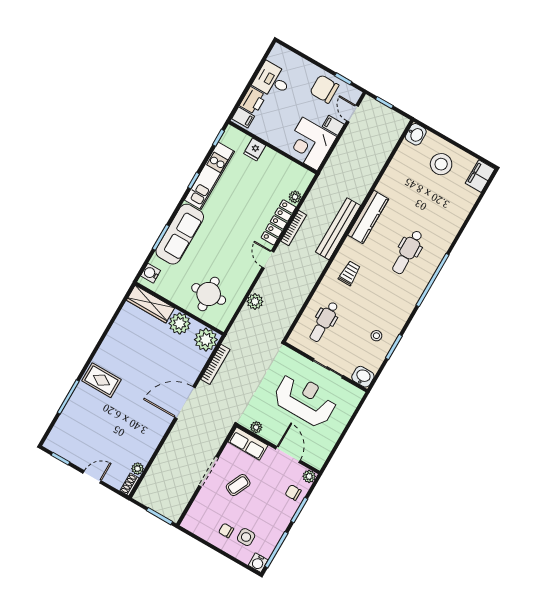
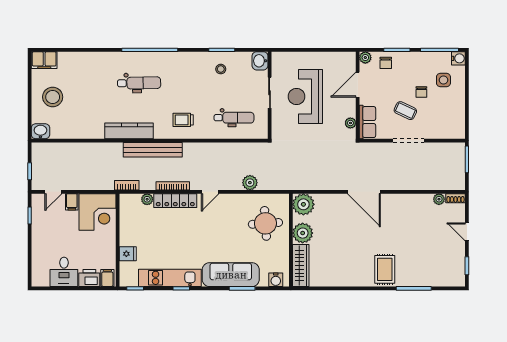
chair: (324, 89) -> (47, 226), removed
bookcase: (215, 364) -> (127, 185), moved, width x0.64
chair: (226, 530) -> (421, 92), moved

